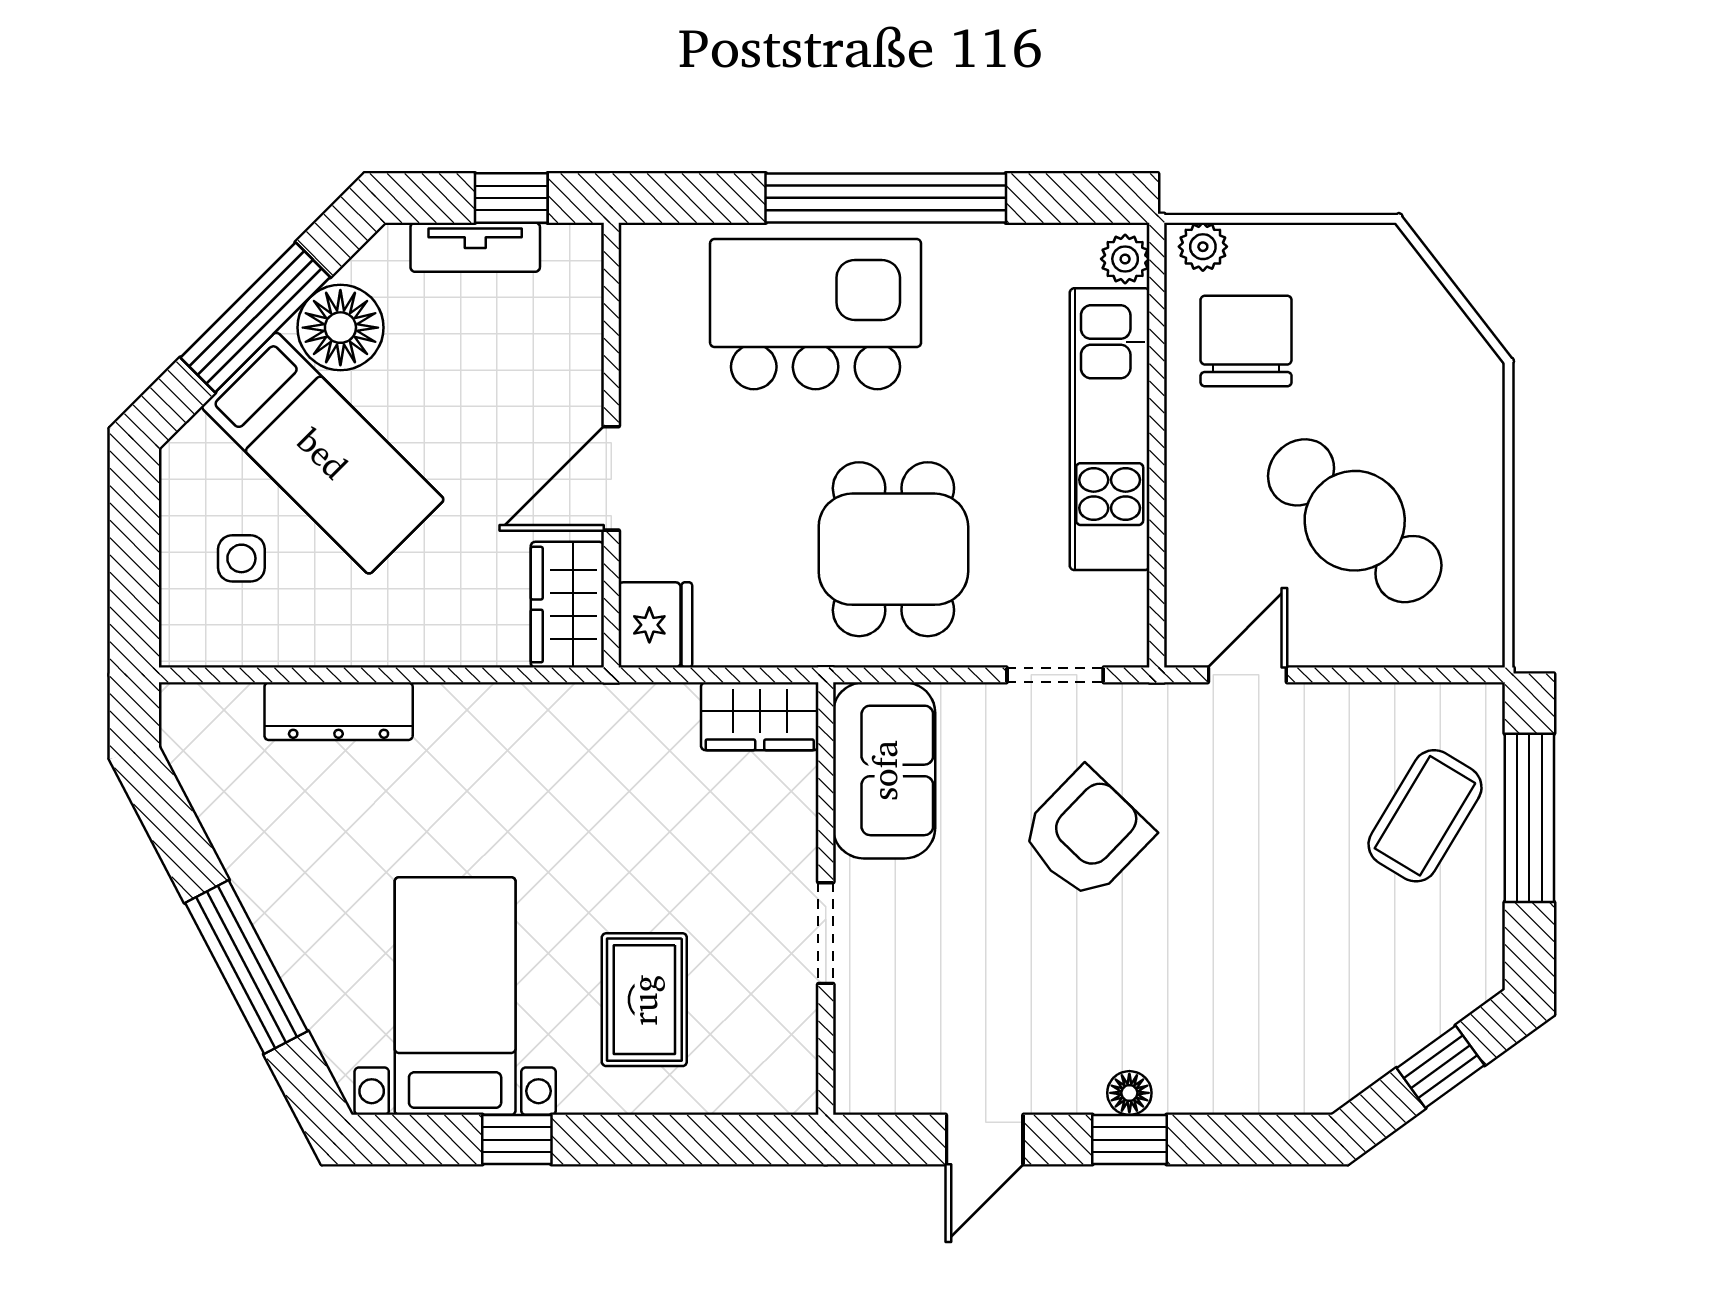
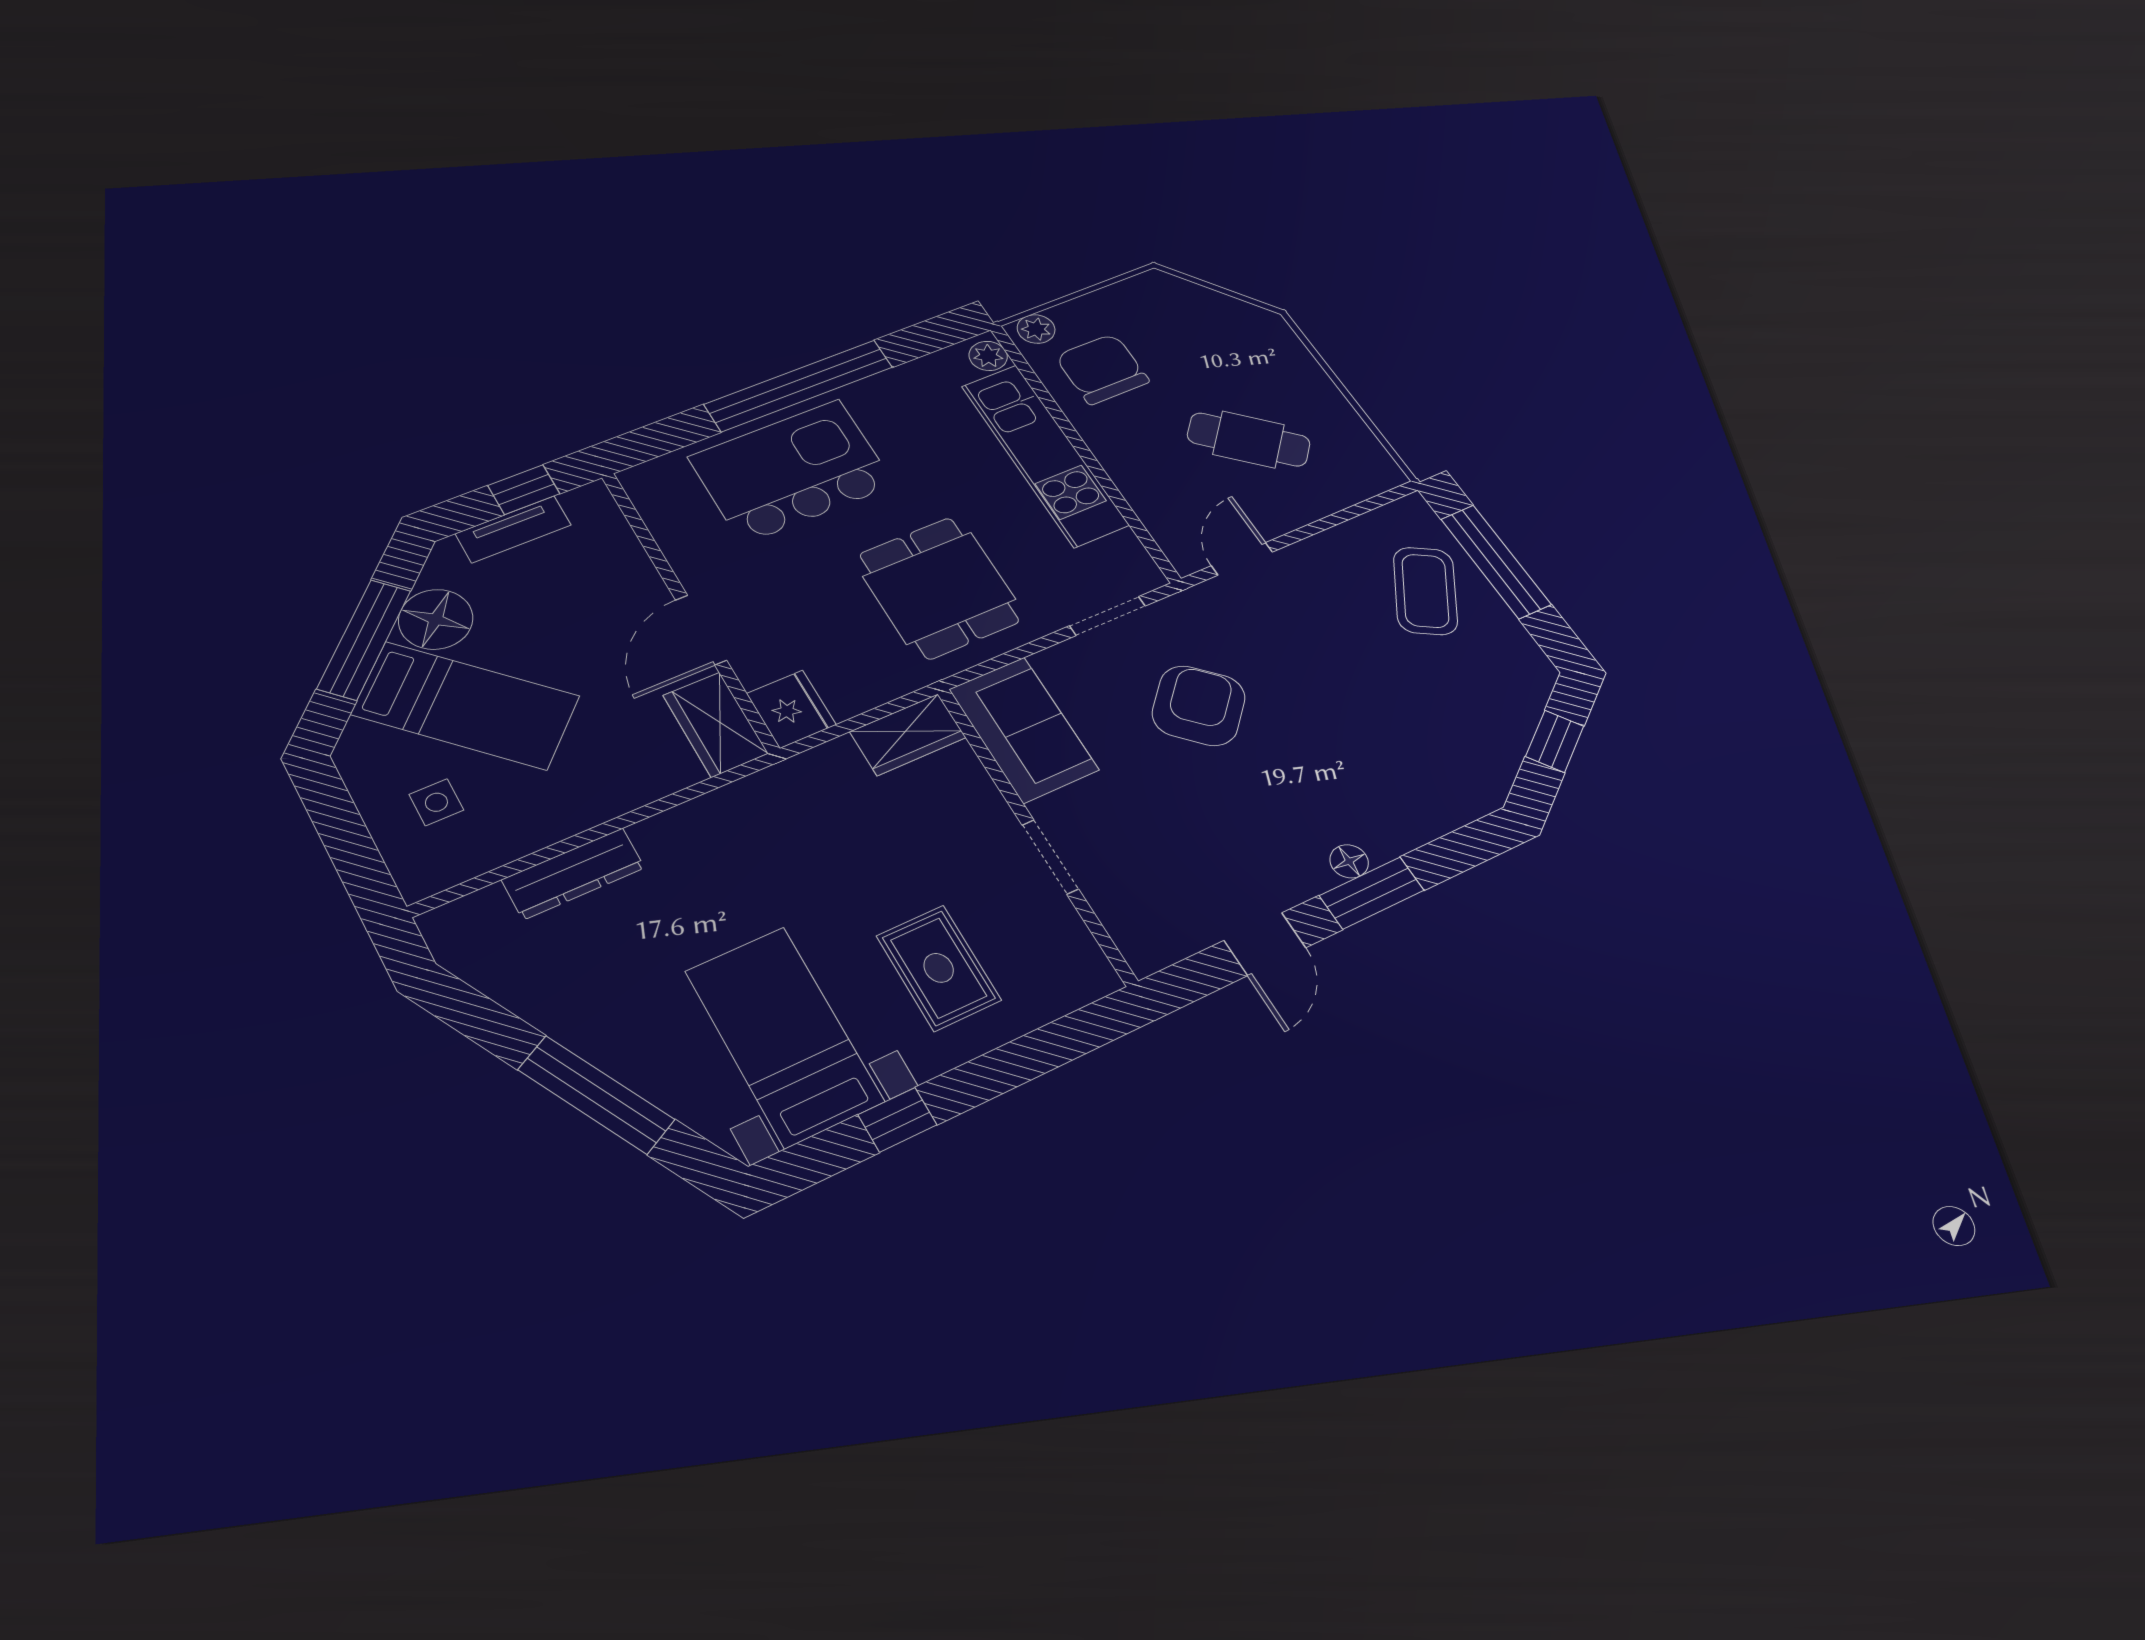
cafe table: (1355, 521) -> (1249, 439), width x0.73, depth x0.74
window: (1129, 1140) -> (1372, 893), width x1.50

